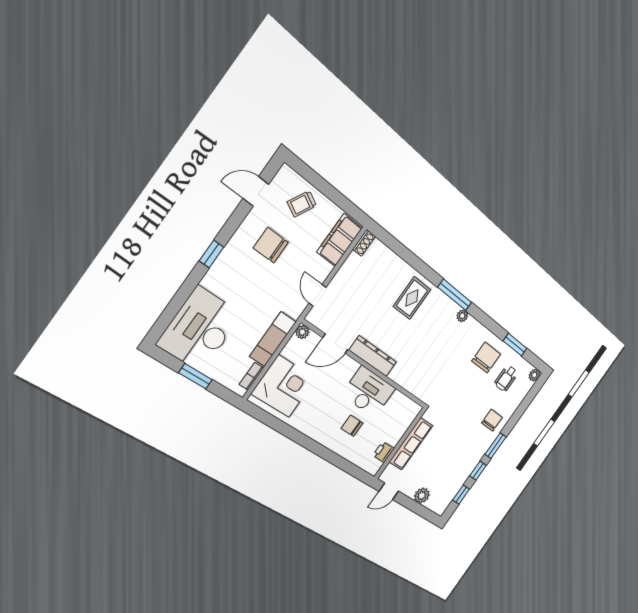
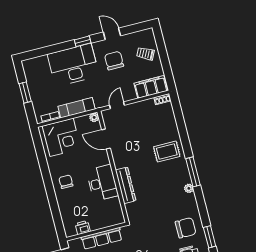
door: (256, 191) -> (112, 34), moved
desk: (200, 329) -> (73, 65), moved
dresser: (373, 356) -> (126, 185), moved
chair: (352, 426) -> (66, 182), moved

